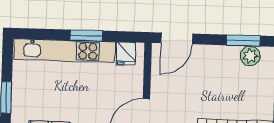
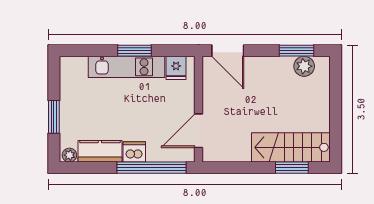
door: (177, 38) -> (228, 51), hinge flipped
kitchen unit: (64, 51) -> (126, 67), width x0.73

